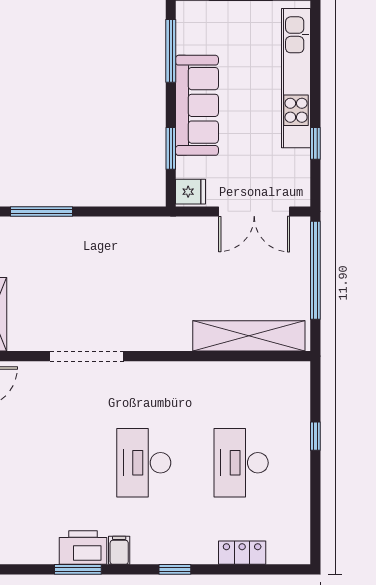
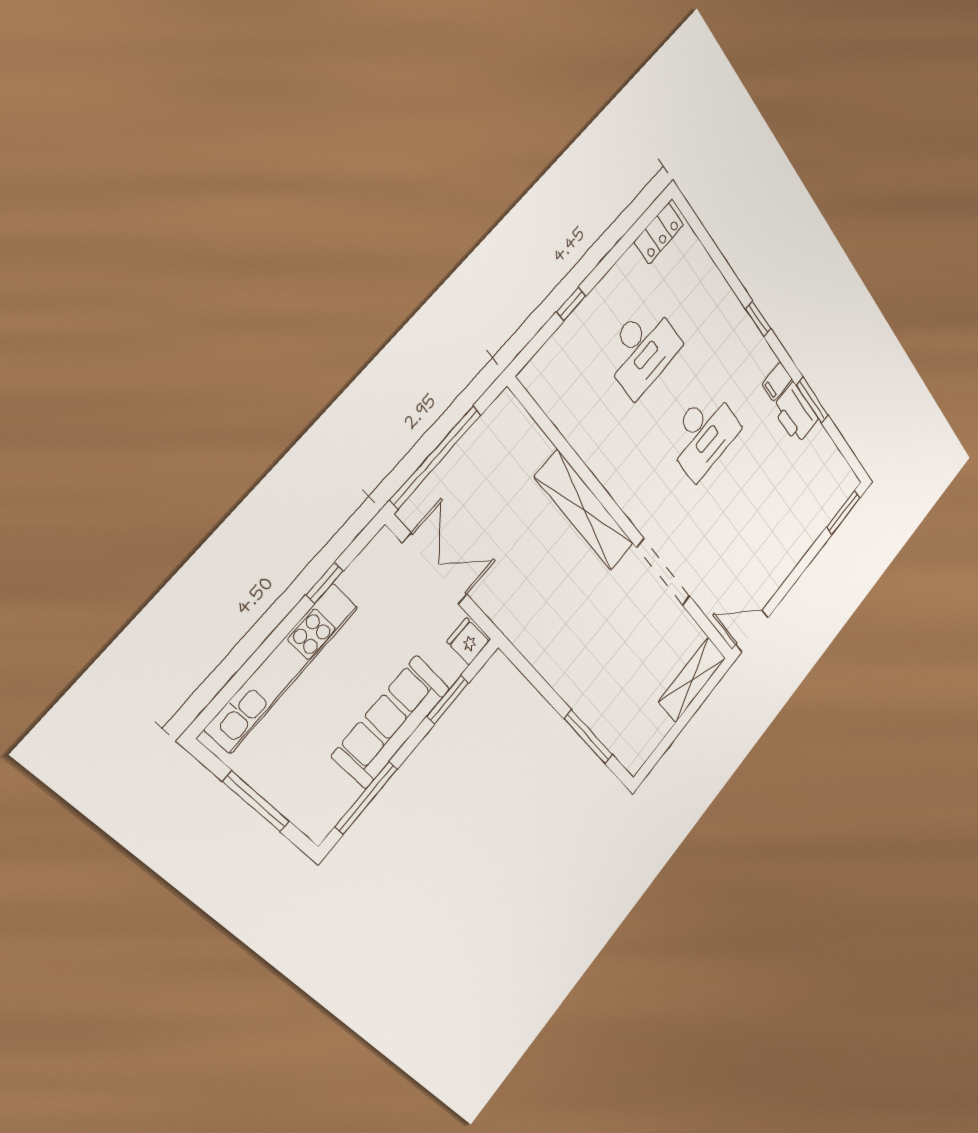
shelving: (249, 336) -> (585, 511), moved
locker: (242, 553) -> (659, 233), moved, turned -90

